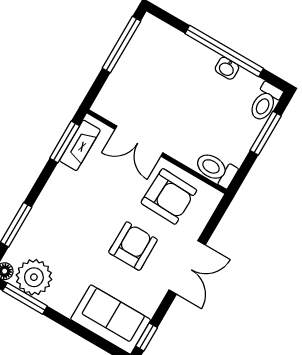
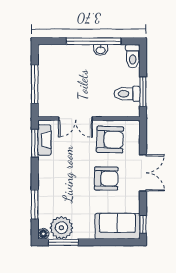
window: (121, 45) -> (35, 84), moved
window: (266, 133) -> (143, 92), moved
toilet: (216, 169) -> (127, 94), moved
armchair: (133, 246) -> (106, 179), turned 91

